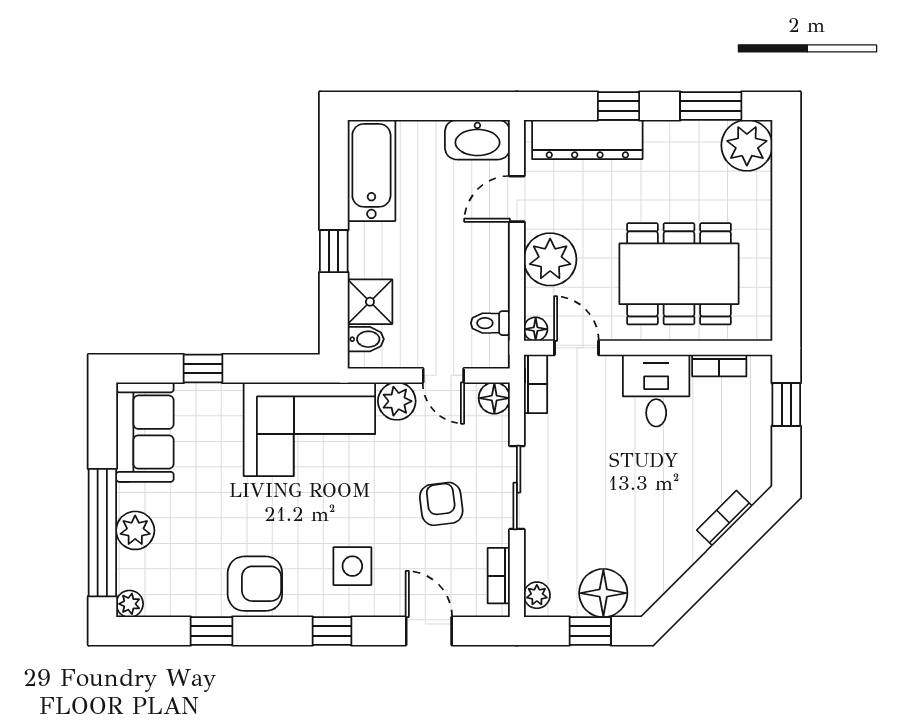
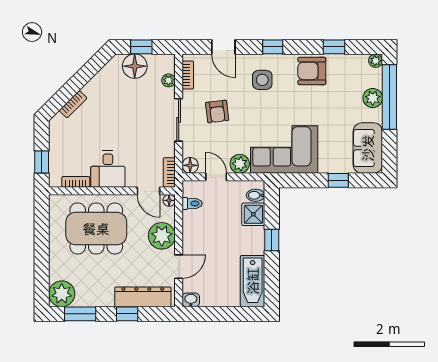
washbasin: (477, 140) -> (191, 300), width x0.52, depth x0.69
plant: (537, 595) -> (168, 80), moved

